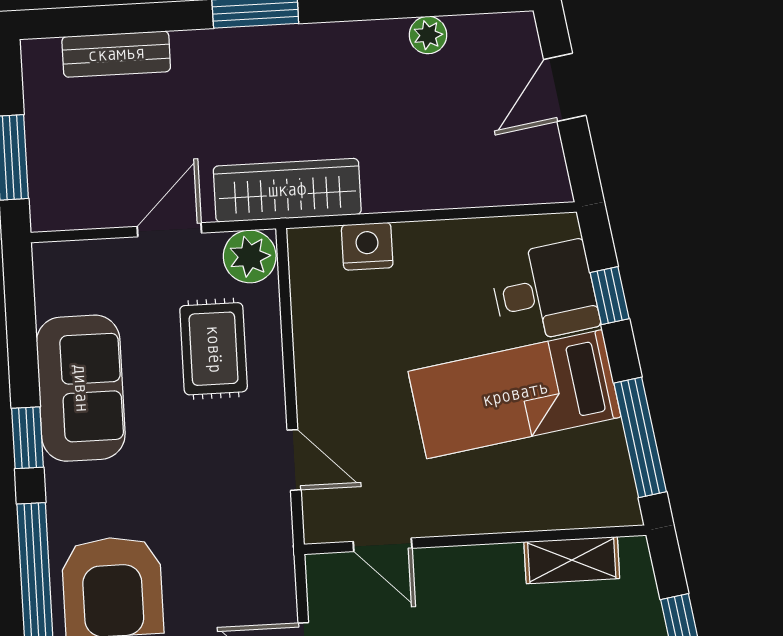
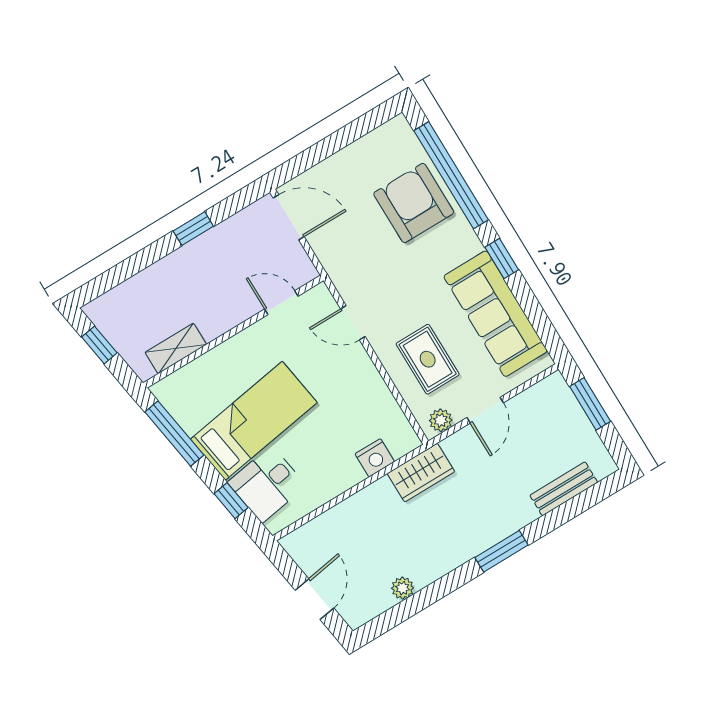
wardrobe: (287, 190) -> (421, 473), width x0.67
plant: (250, 256) -> (441, 420), width x0.73, depth x0.73
sofa: (81, 388) -> (496, 314), width x1.36

